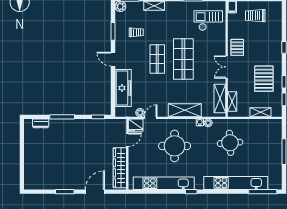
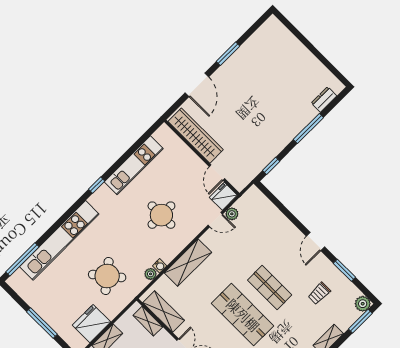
door: (113, 59) -> (316, 241), swing flipped
freezer: (123, 88) -> (275, 222), removed
door: (151, 118) -> (215, 220), hinge flipped
fridge: (260, 127) -> (91, 324), added
round table: (230, 143) -> (107, 276), turned -35
round table: (175, 146) -> (161, 215), width x0.73, depth x0.73
kitchen unit: (164, 183) -> (134, 165), width x0.73

